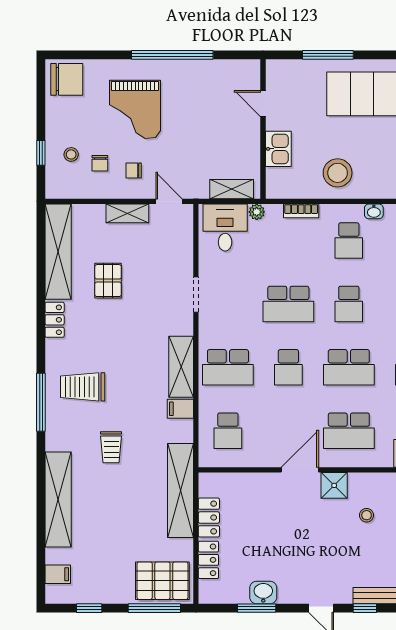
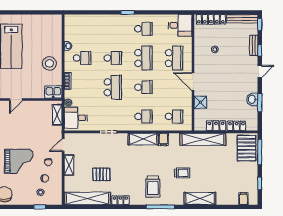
kitchen sink: (278, 149) -> (53, 92), moved
school desk: (228, 367) -> (143, 116), width x0.54
shower: (334, 485) -> (200, 102), moved
shelving: (58, 500) -> (200, 198), width x0.68

